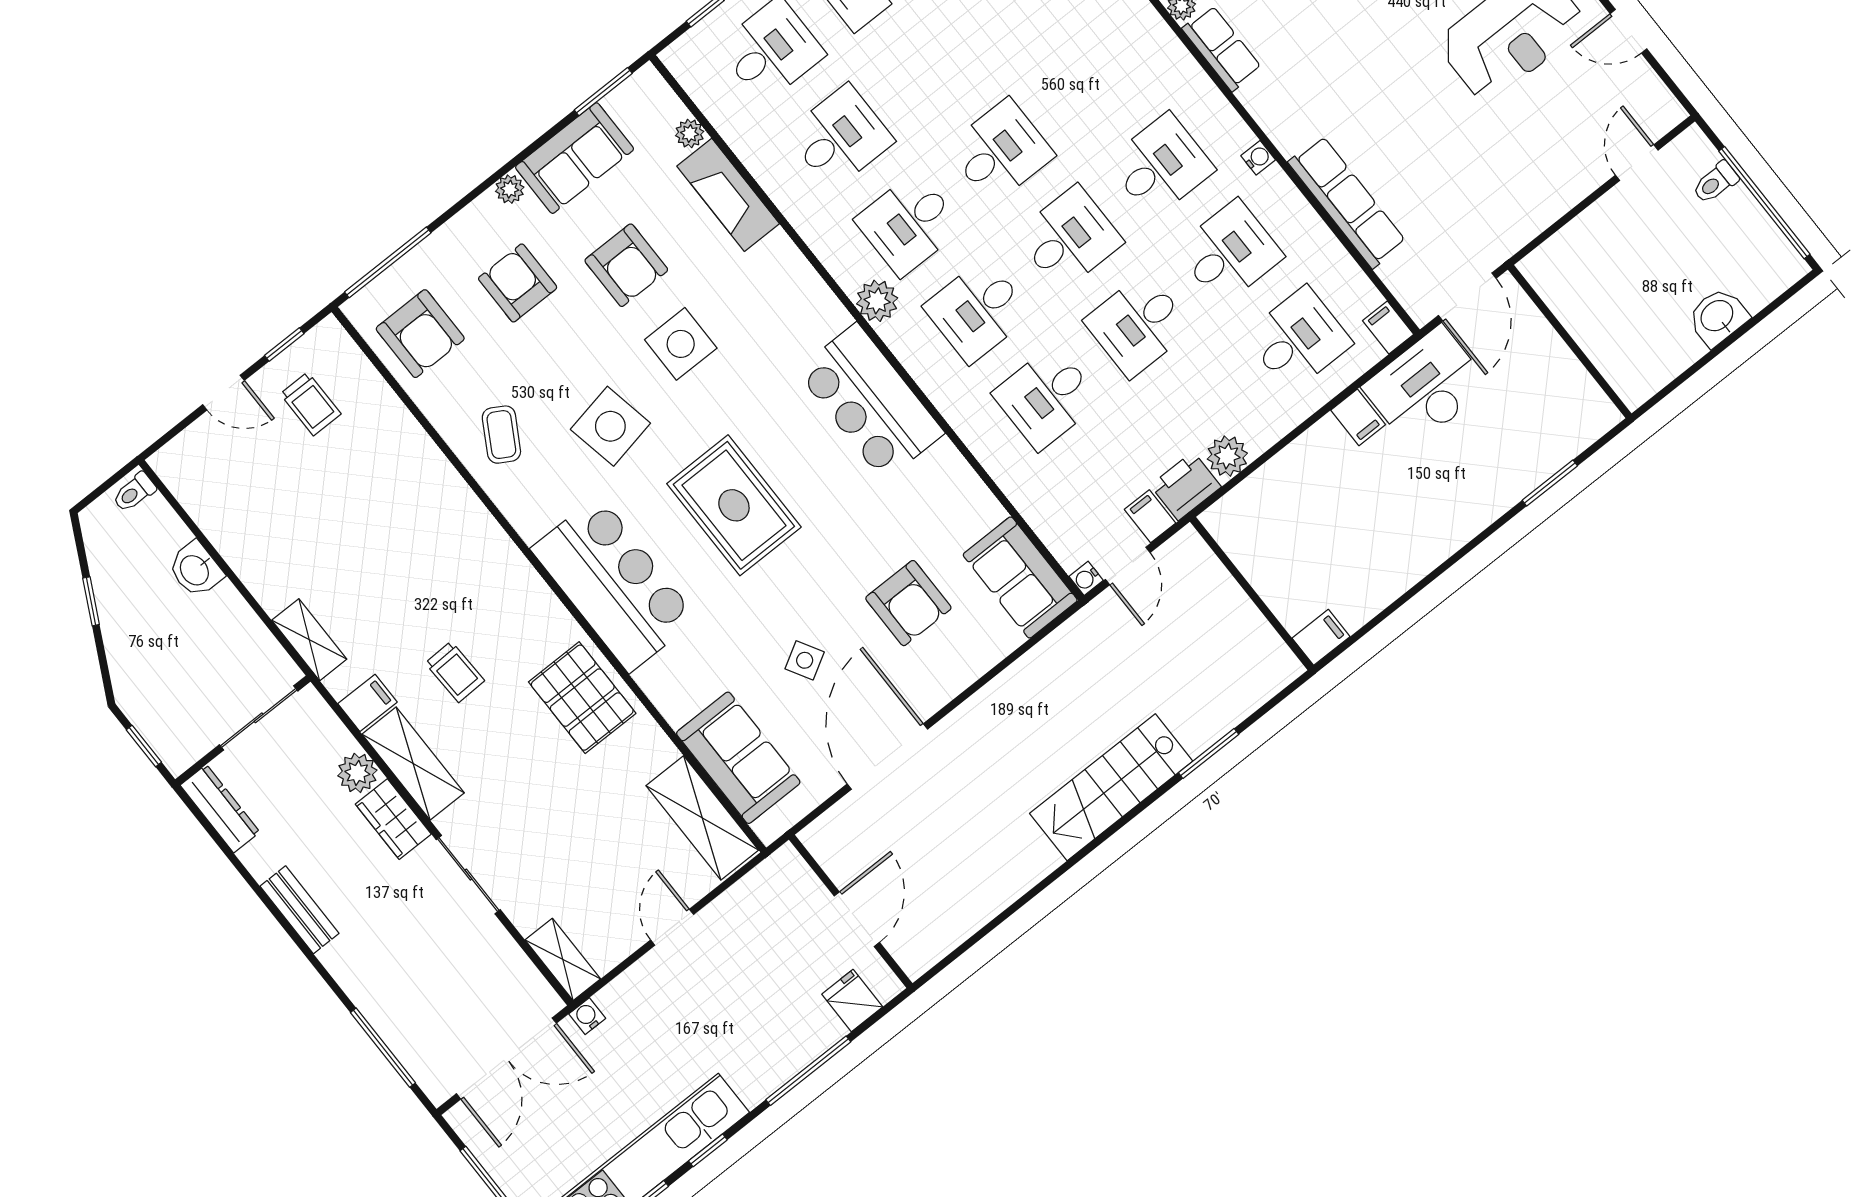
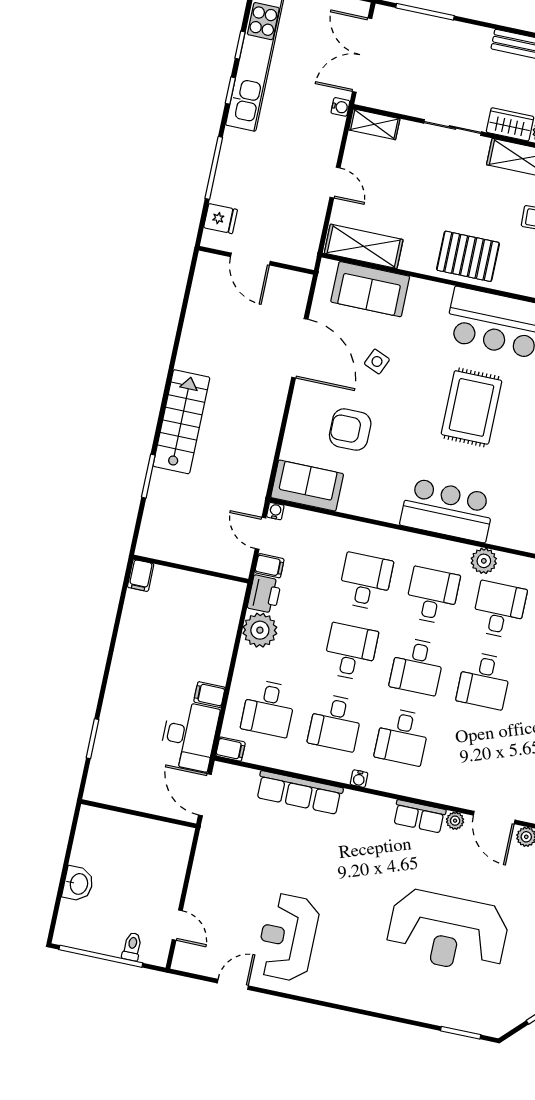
plant: (1227, 456) -> (260, 630), width x1.36, depth x1.36
rug: (734, 505) -> (471, 407), turned 90
side table: (805, 660) -> (377, 362), turned -37

